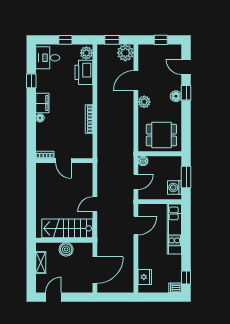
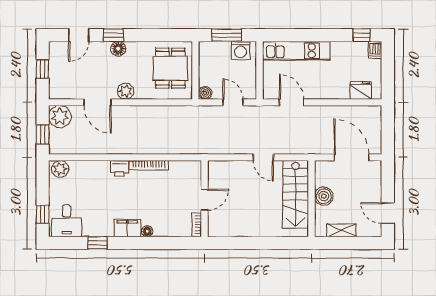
window: (65, 40) -> (43, 214), moved
printer: (84, 72) -> (120, 168), moved, width x0.53, depth x0.68

